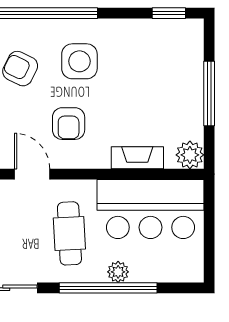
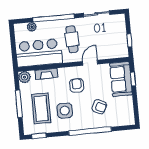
side table: (79, 61) -> (65, 111), moved
coffee table: (158, 77) -> (41, 108), added
door: (32, 174) -> (90, 63), swing flipped
plant: (118, 272) -> (32, 27), moved

